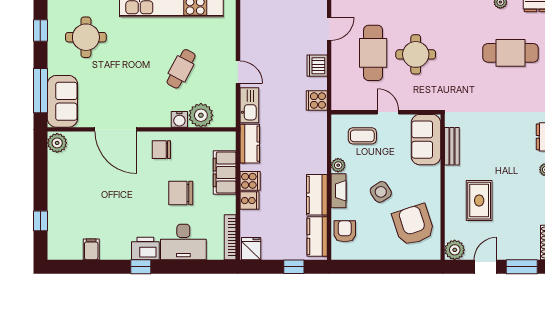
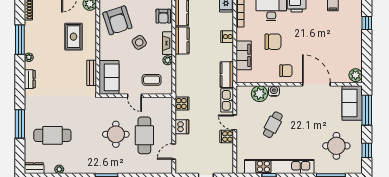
cooker: (250, 181) -> (227, 136), moved

